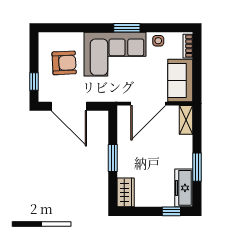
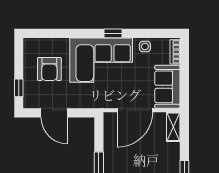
window: (127, 28) -> (113, 33), width x0.67
armchair: (64, 63) -> (49, 69), turned 93
door: (69, 106) -> (54, 113), width x0.73

